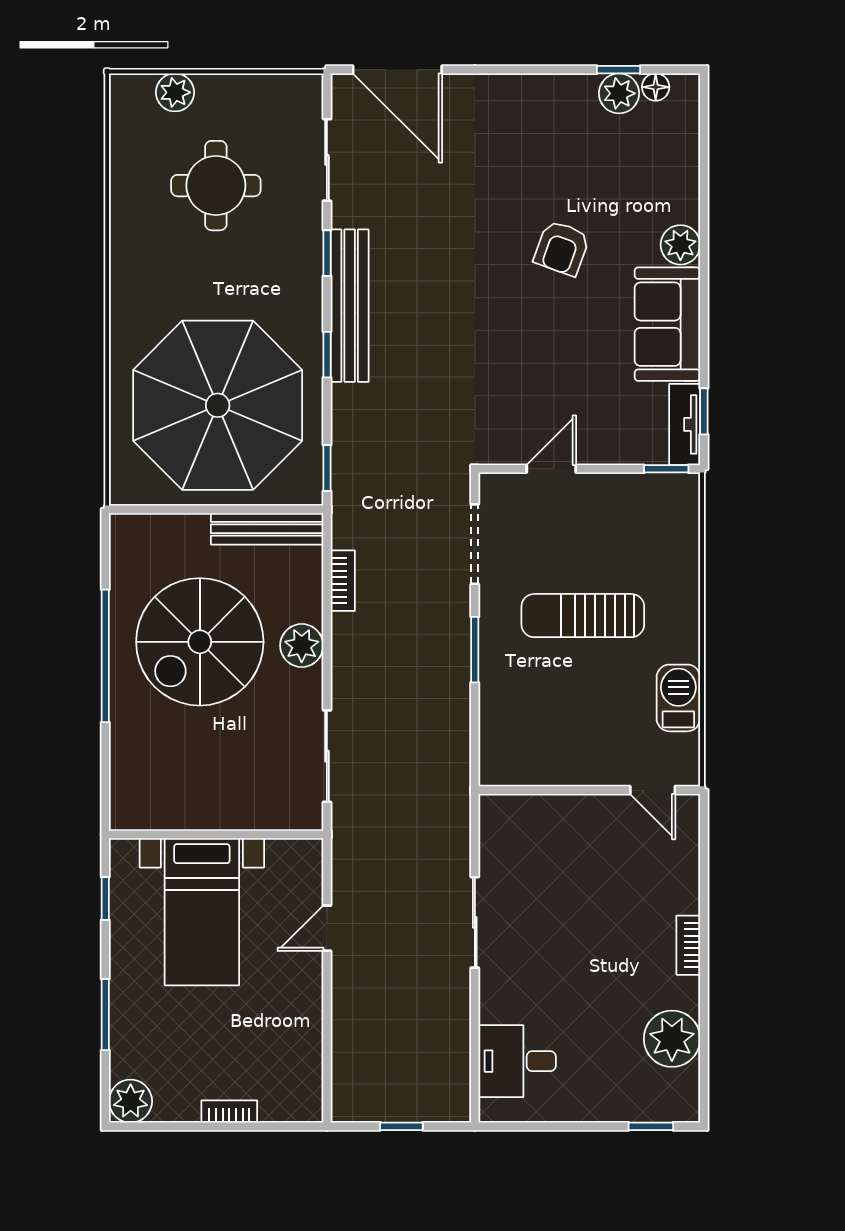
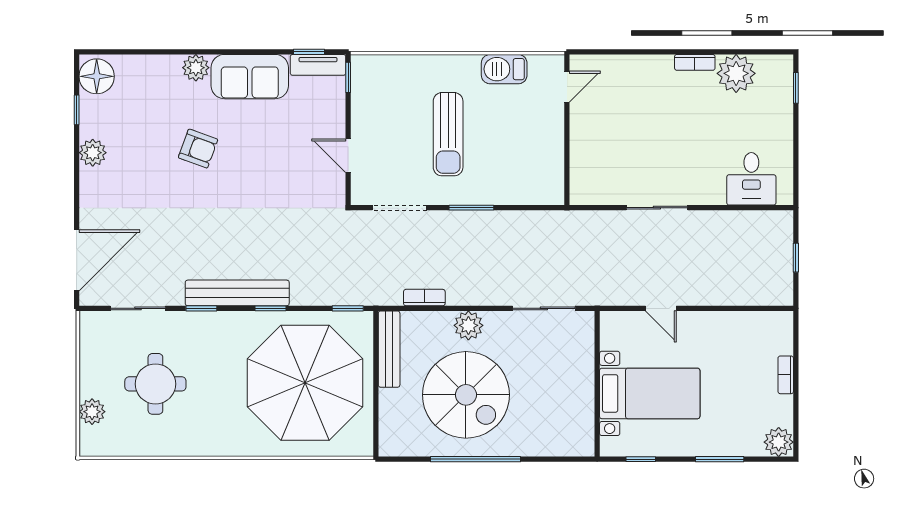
floor lamp: (656, 87) -> (97, 76), width x1.89, depth x1.89
plant: (619, 93) -> (93, 153), moved
bookcase: (688, 945) -> (695, 62), moved

